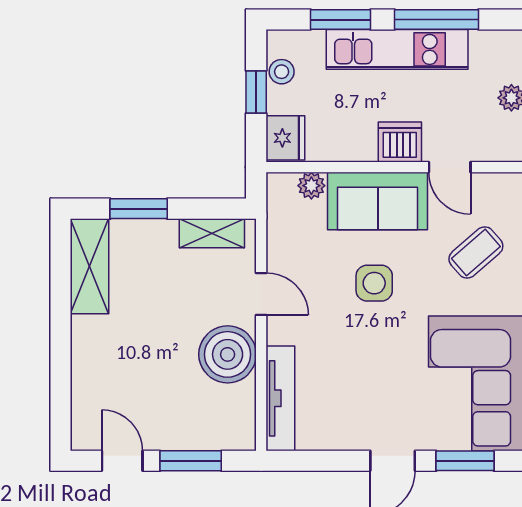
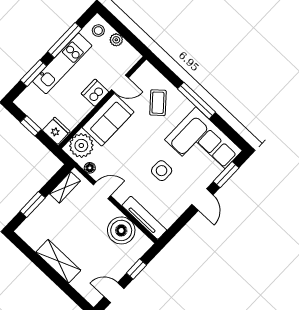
stool: (282, 72) -> (98, 31), moved
plant: (311, 186) -> (81, 145), width x1.88, depth x1.88
floor lamp: (278, 243) -> (90, 168), added
shelving: (89, 266) -> (58, 261), moved
side table: (374, 283) -> (162, 171), moved
boiler: (228, 354) -> (121, 230), moved
window: (191, 461) -> (136, 269), width x0.67

